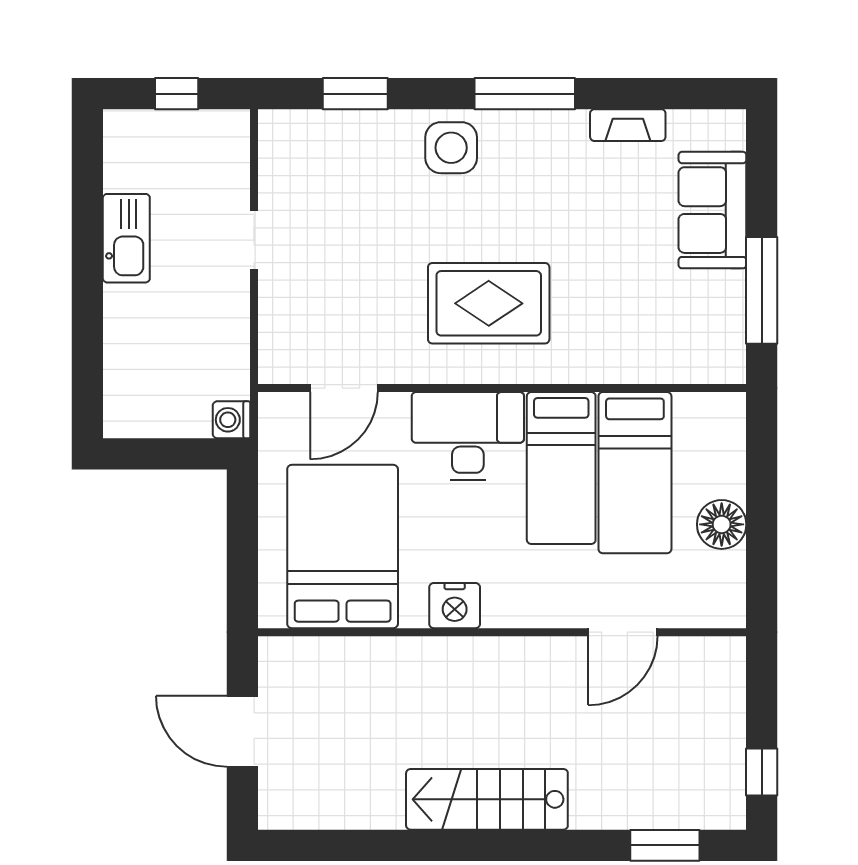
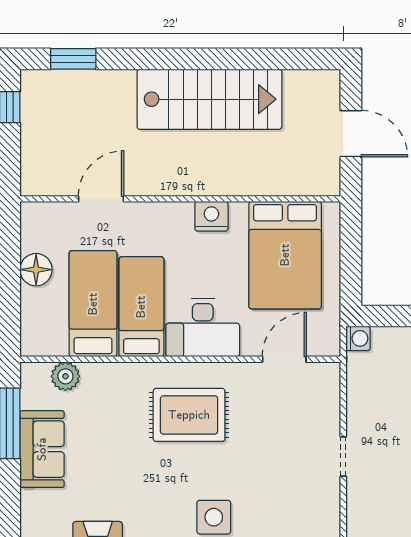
sofa: (712, 210) -> (42, 449), moved
plant: (677, 362) -> (65, 376), added
stairs: (487, 799) -> (209, 99), width x1.36, depth x1.51

